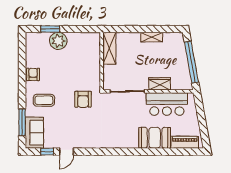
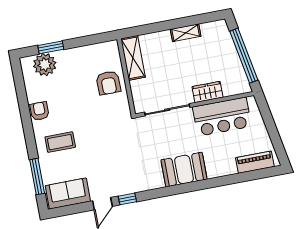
plant: (58, 41) -> (45, 65), moved
armchair: (83, 99) -> (108, 83), moved
sofa: (34, 133) -> (68, 193), moved, turned -90
booth: (155, 138) -> (184, 170), moved
window: (47, 152) -> (127, 199), moved

